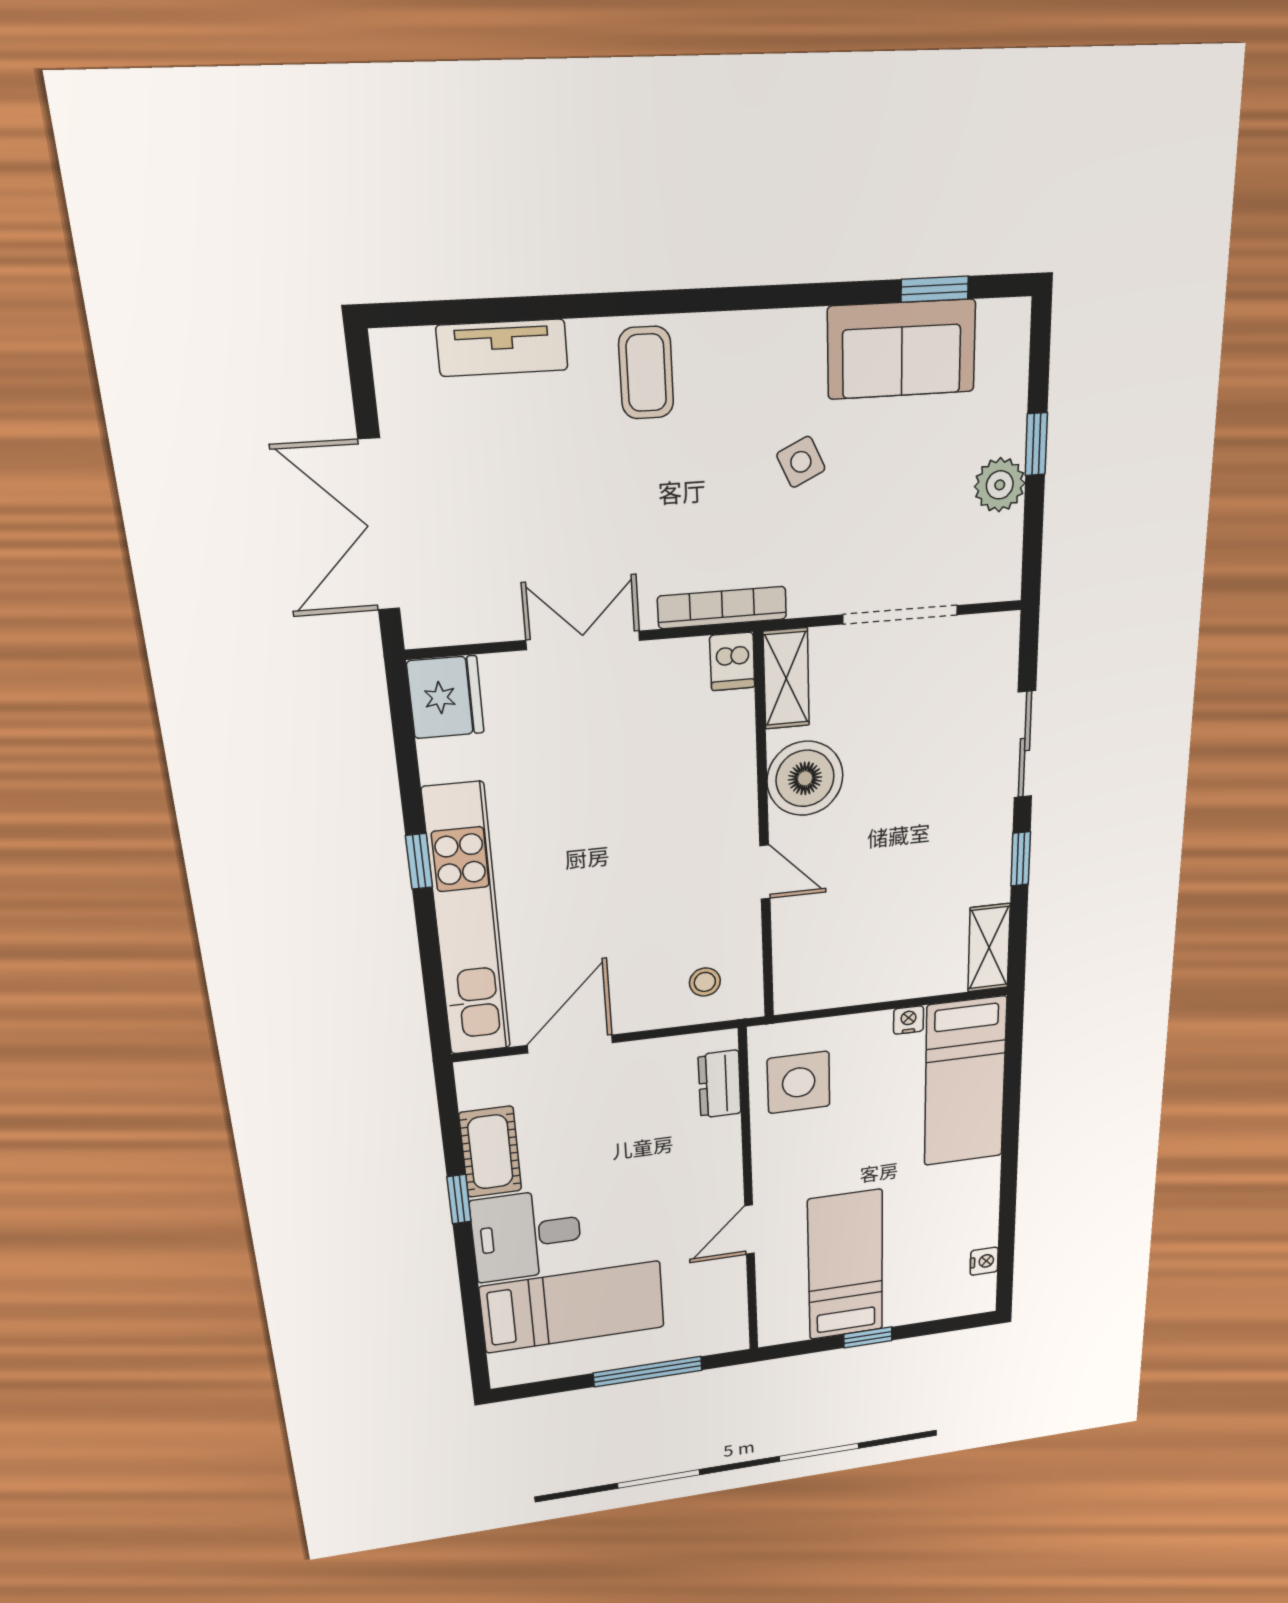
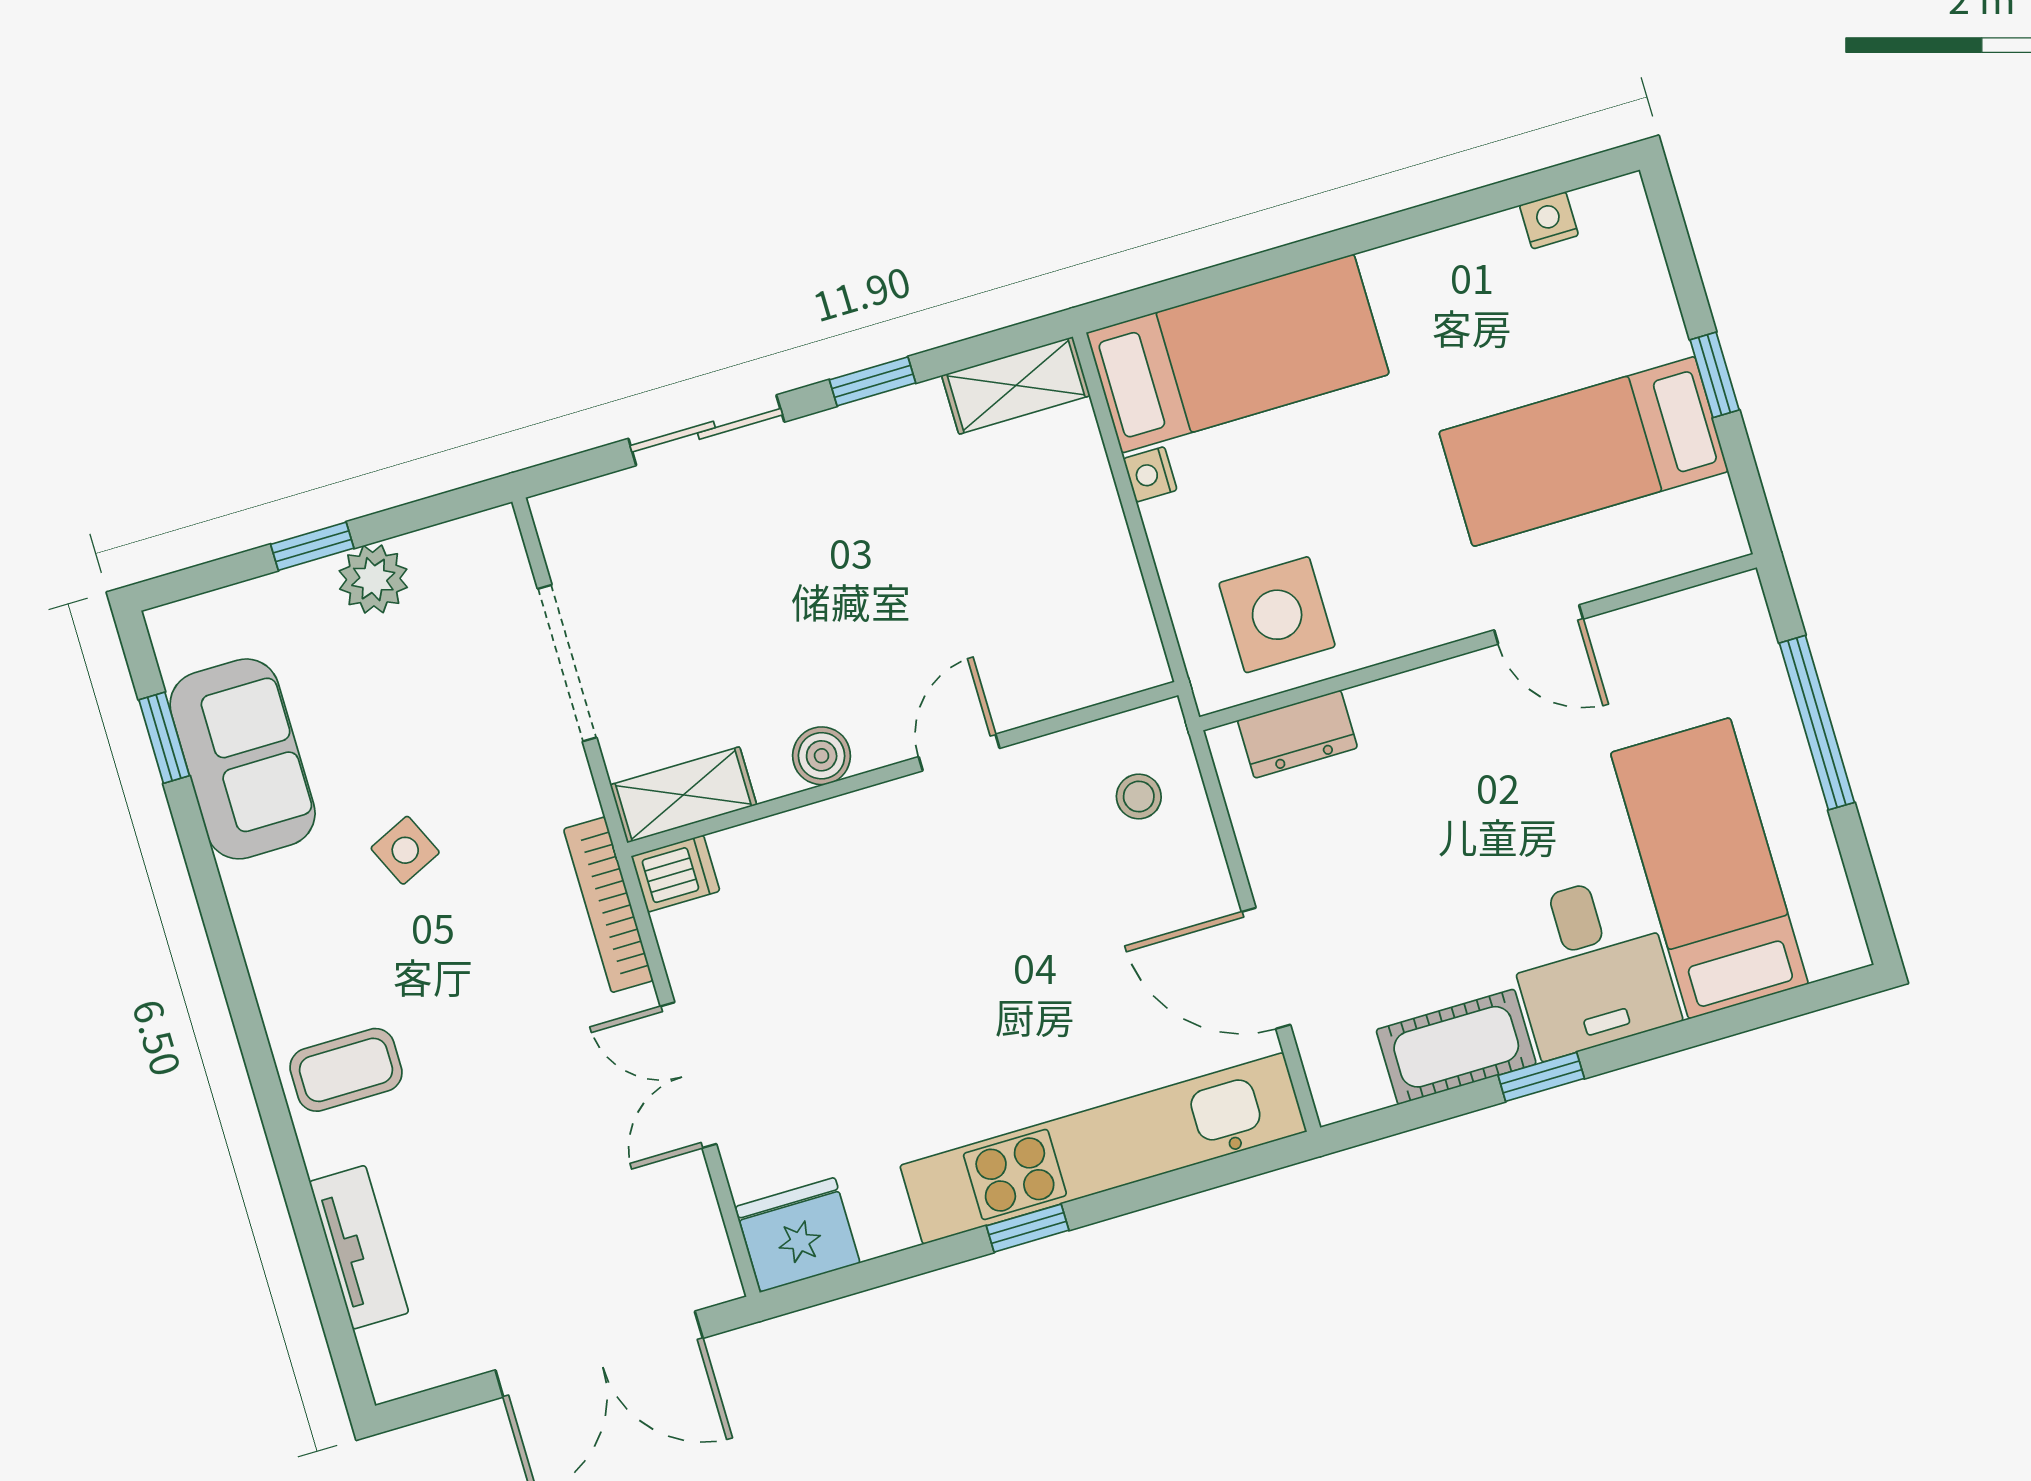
boiler: (805, 778) -> (822, 756), width x0.54, depth x0.54

